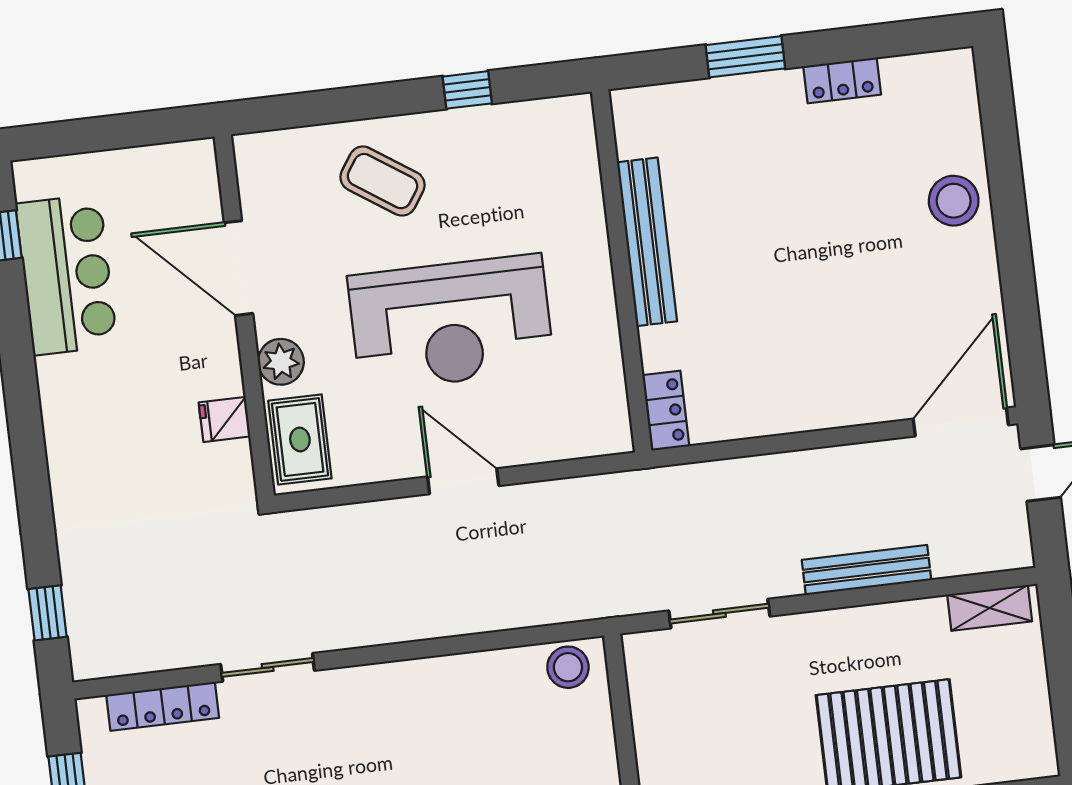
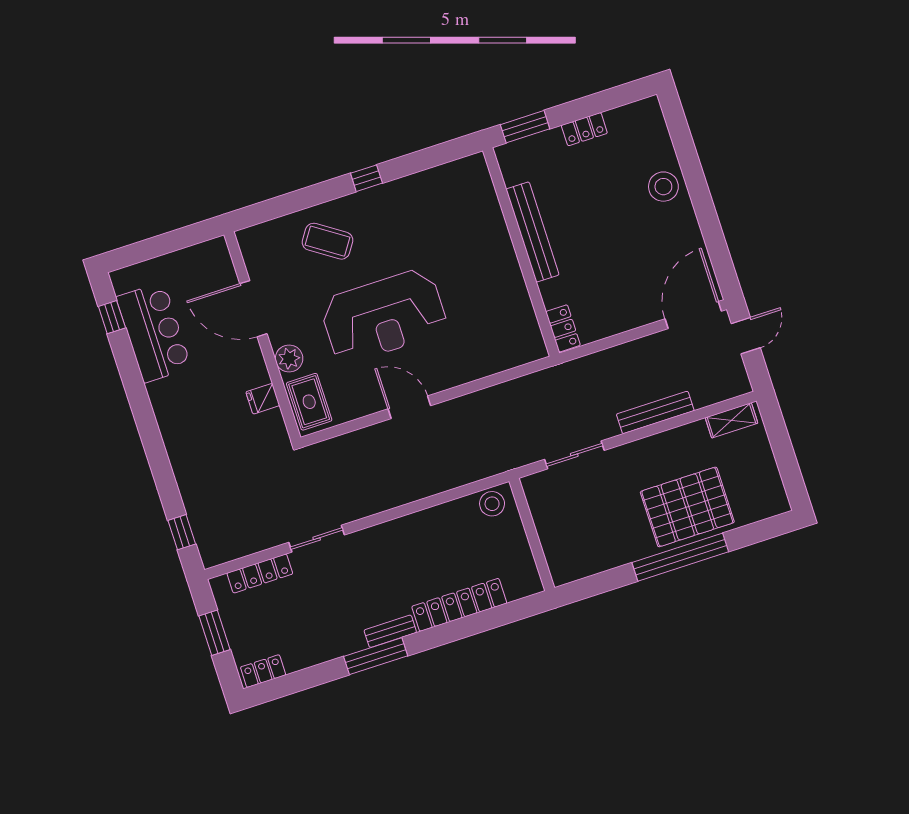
bench: (647, 242) -> (532, 232), moved
wall: (622, 271) -> (521, 252), moved
locker: (666, 411) -> (563, 328), moved

